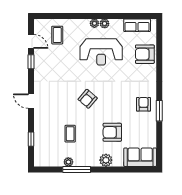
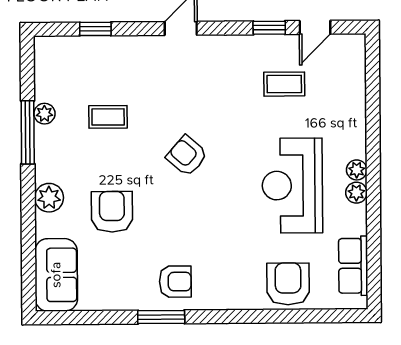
coffee table: (57, 35) -> (284, 84), moved

